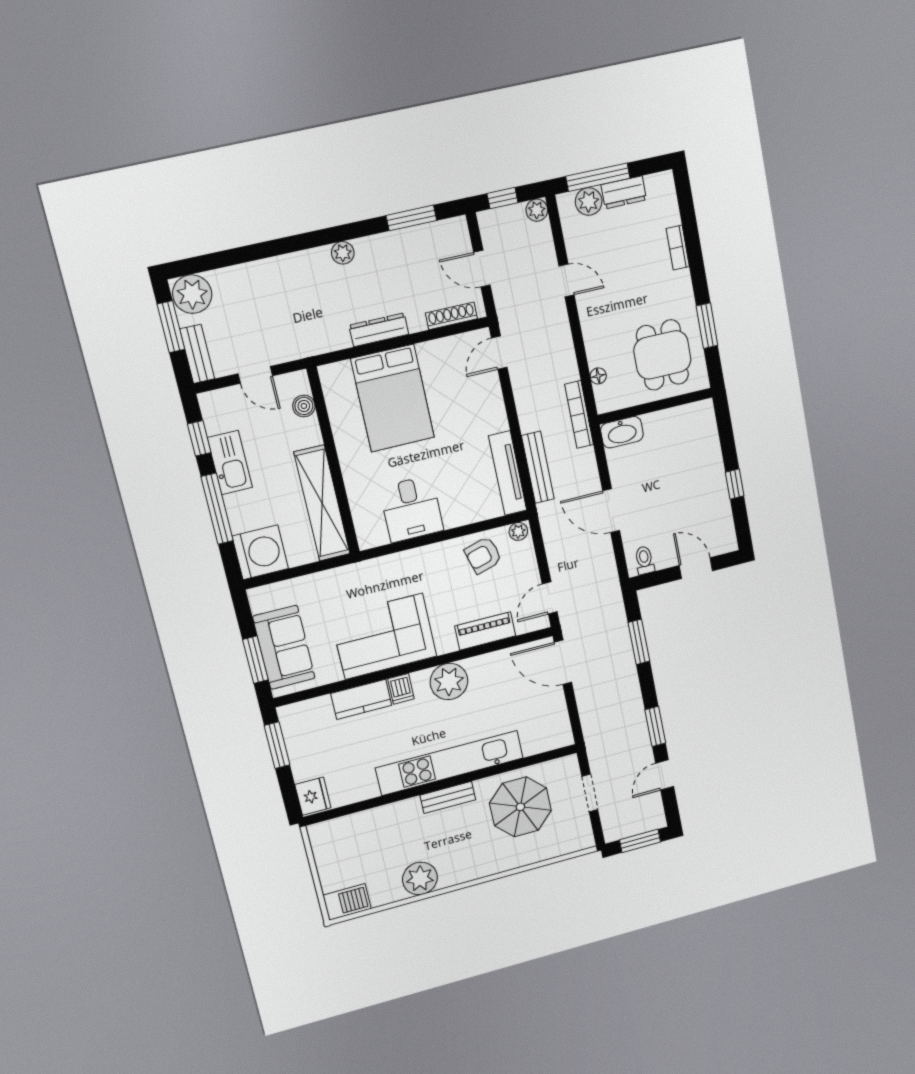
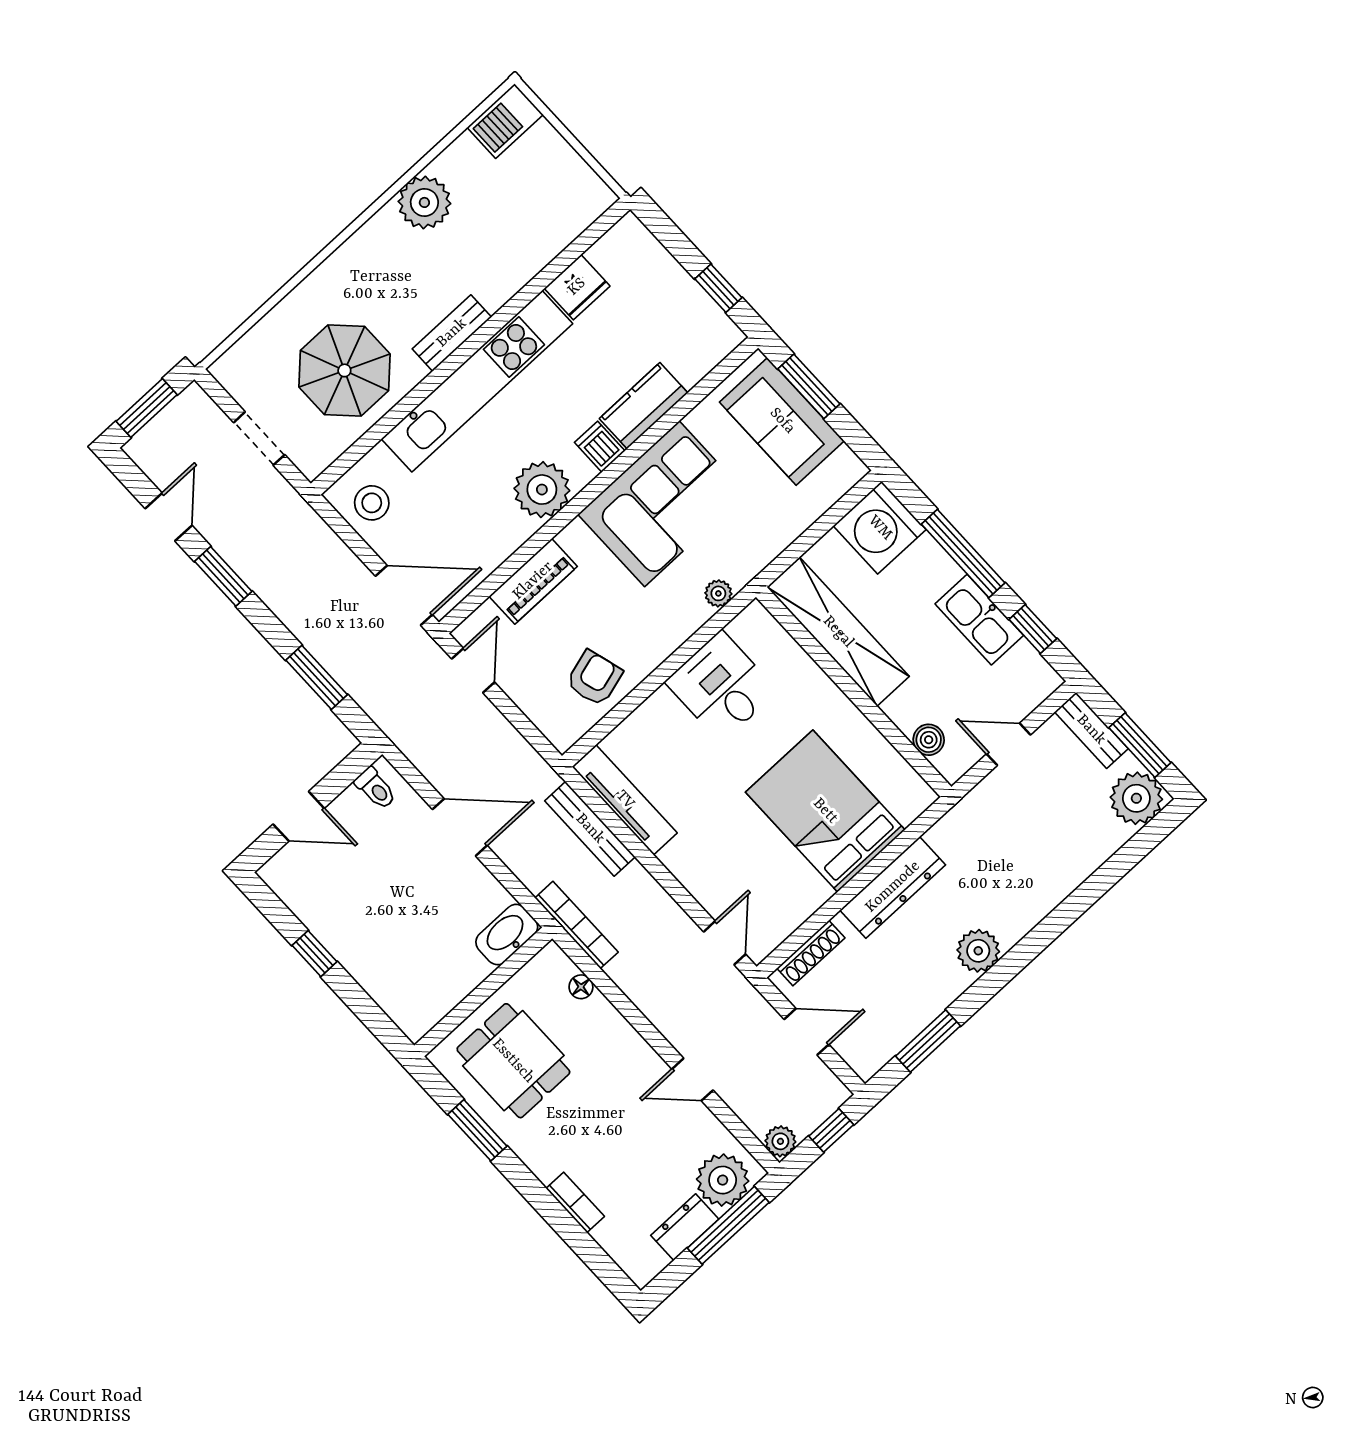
plant: (589, 202) -> (723, 1180), width x1.36, depth x1.36
plant: (343, 253) -> (978, 951), width x1.38, depth x1.38
dresser: (379, 330) -> (893, 887), width x1.37, depth x1.24
plant: (518, 531) -> (718, 593), moved
stool: (550, 725) -> (372, 503), added
window: (277, 745) -> (718, 288), width x0.67
fridge: (313, 796) -> (577, 287), moved, turned -90

